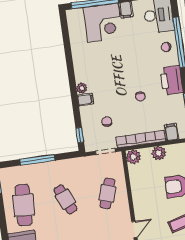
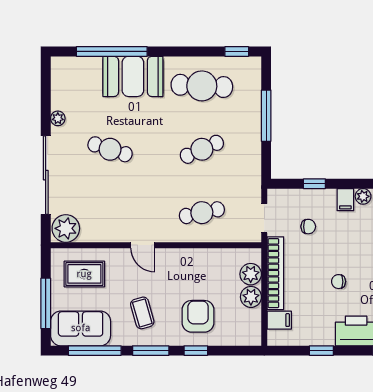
window: (80, 135) -> (314, 184), moved
plant: (133, 157) -> (251, 274), moved
cafe table: (107, 193) -> (202, 213), turned -30

